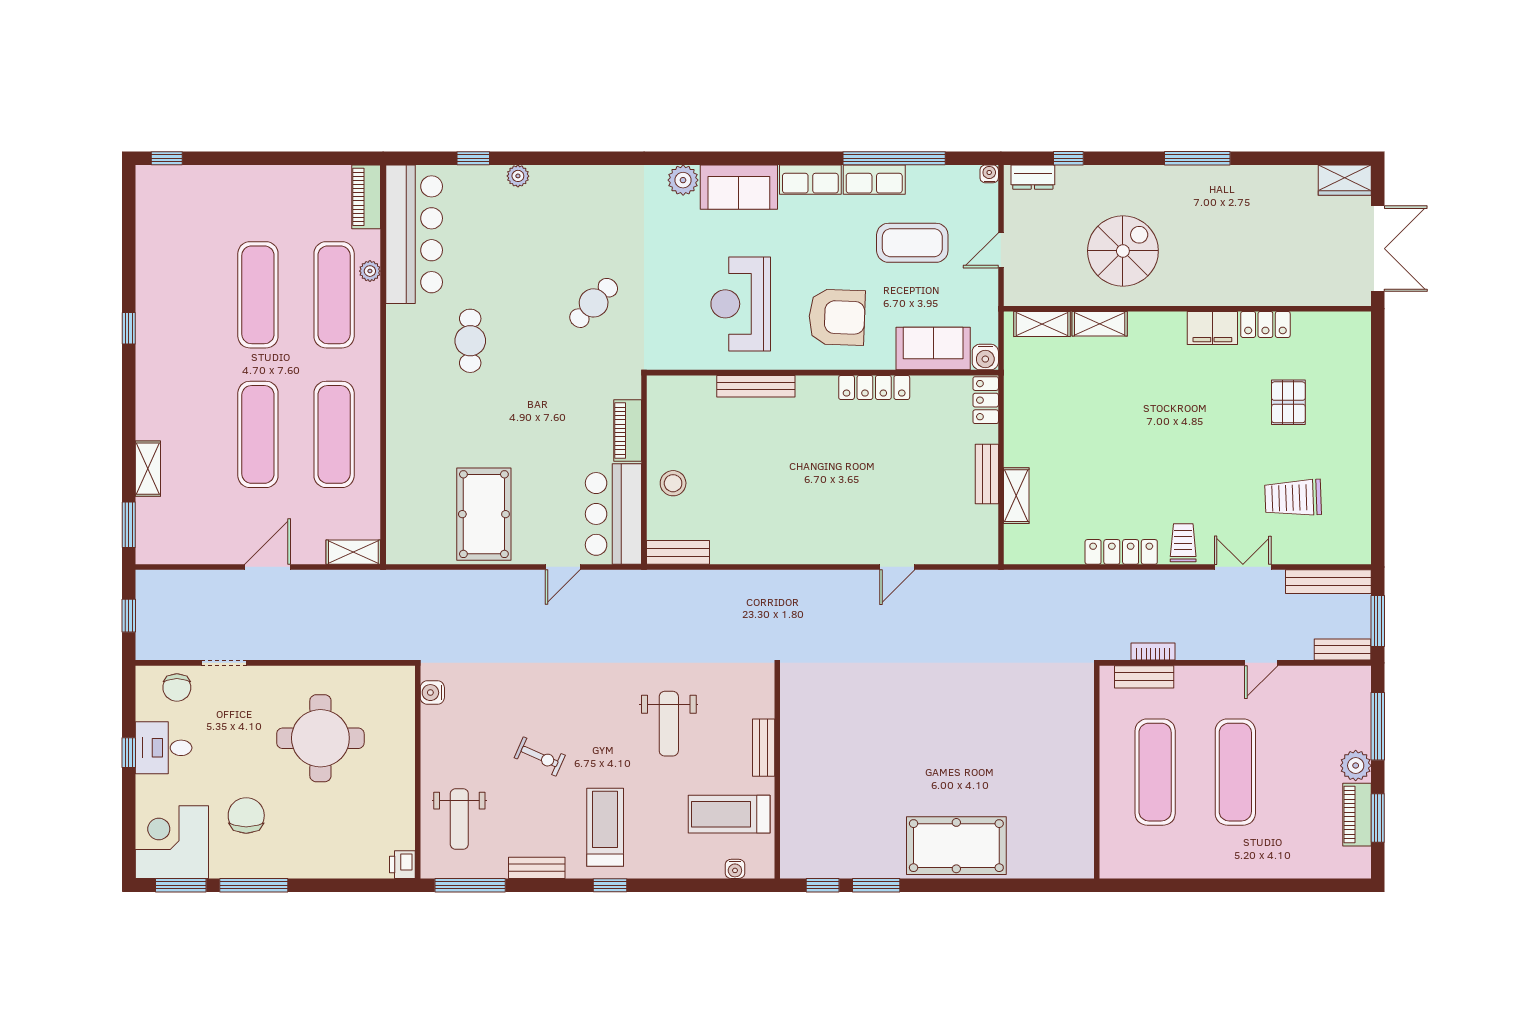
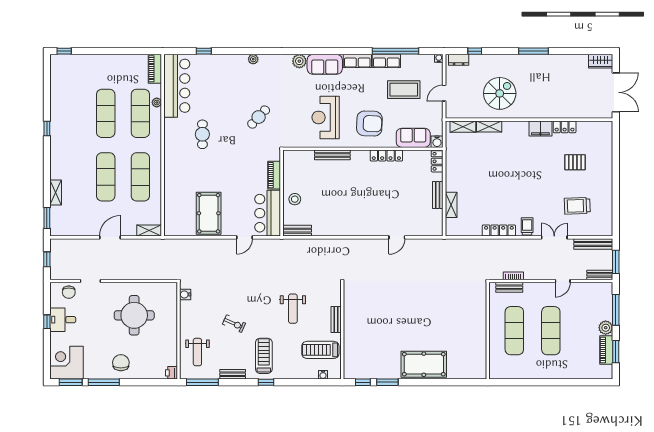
plant: (518, 176) -> (253, 59), moved
pallet: (1288, 402) -> (575, 162), turned 90
chair: (246, 815) -> (121, 363), moved

